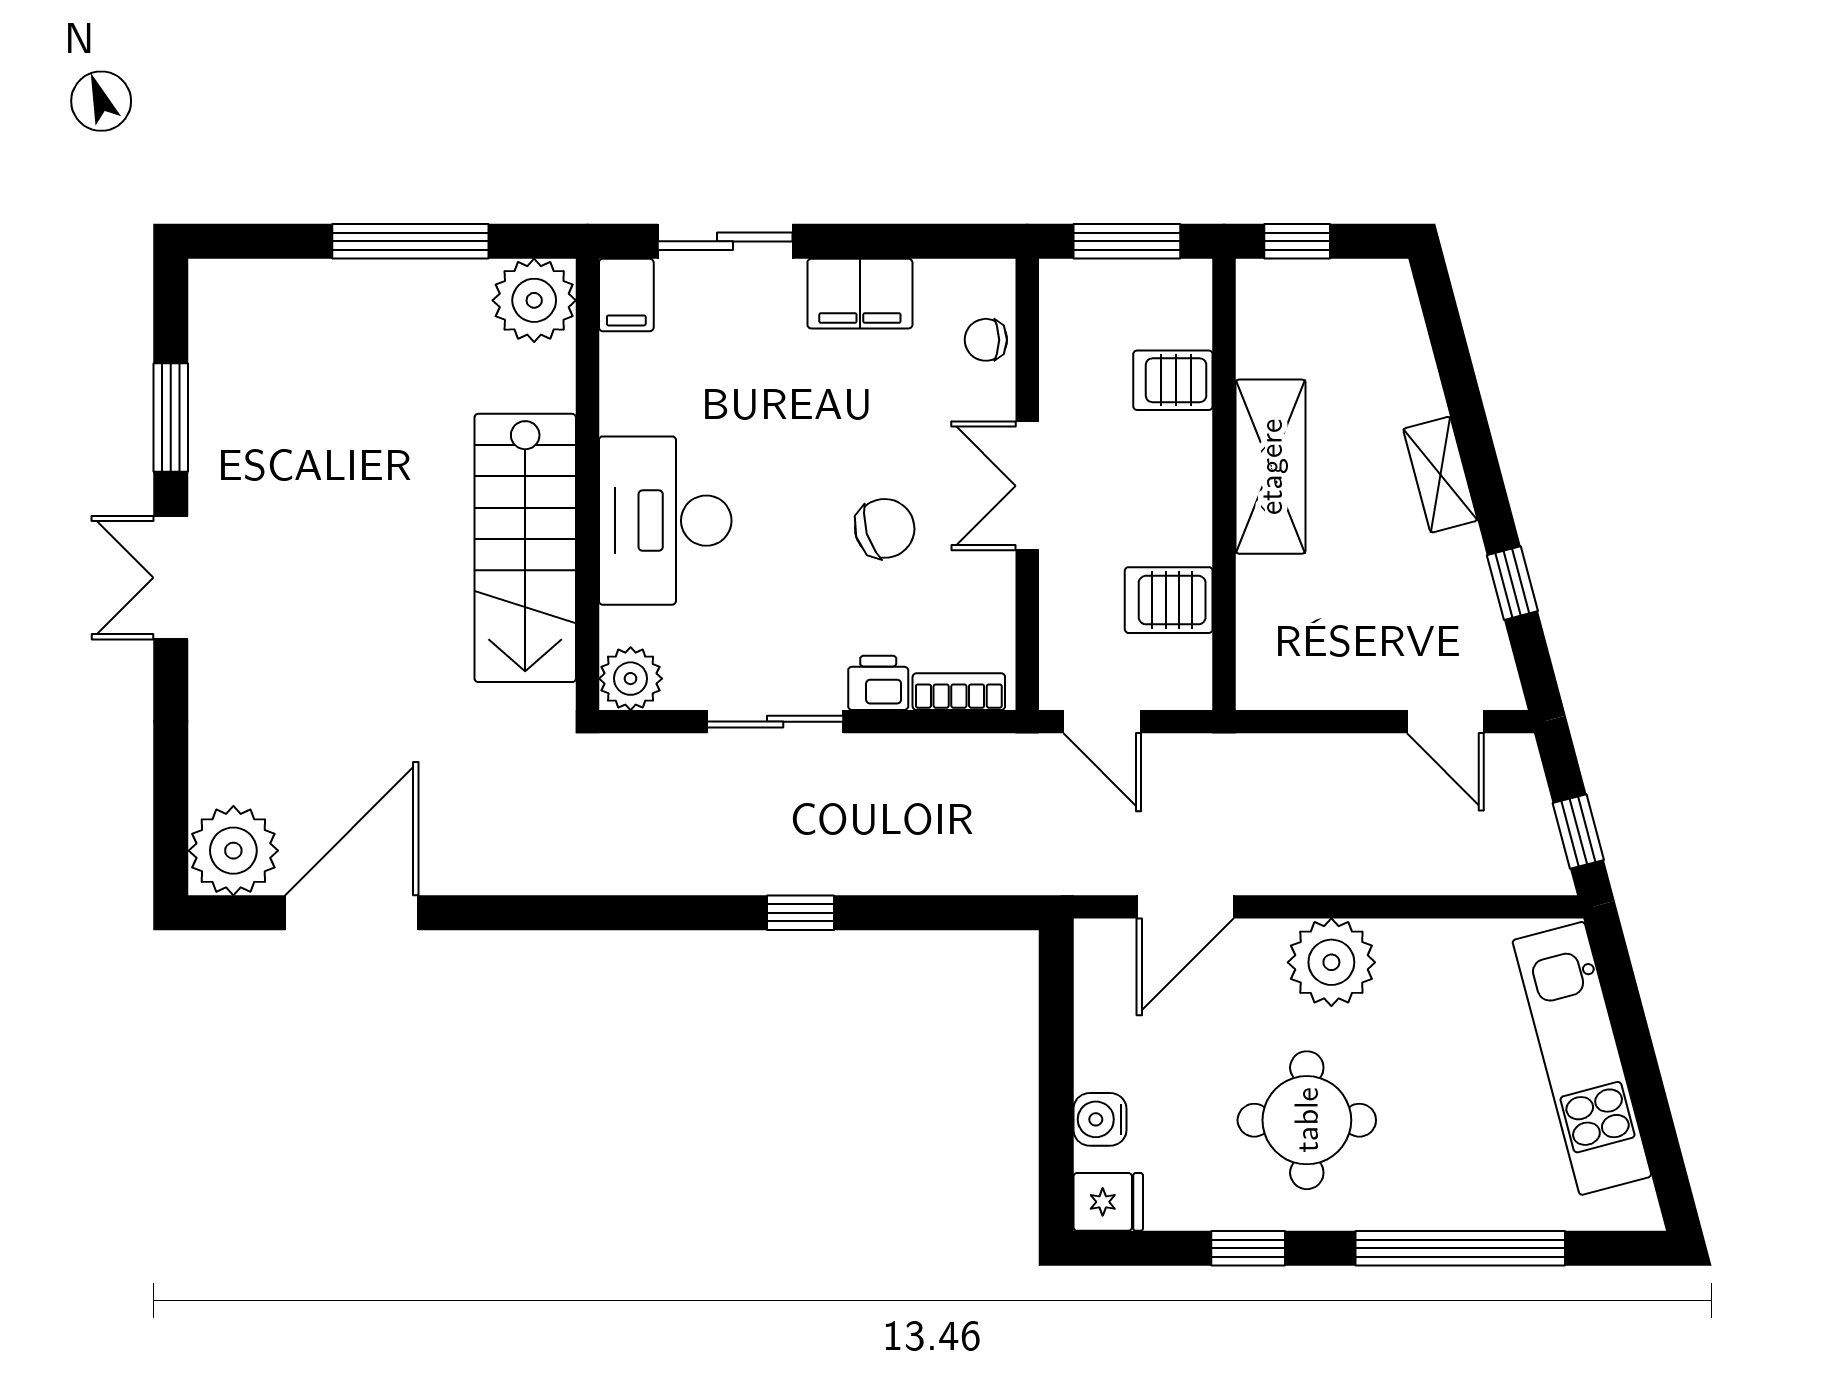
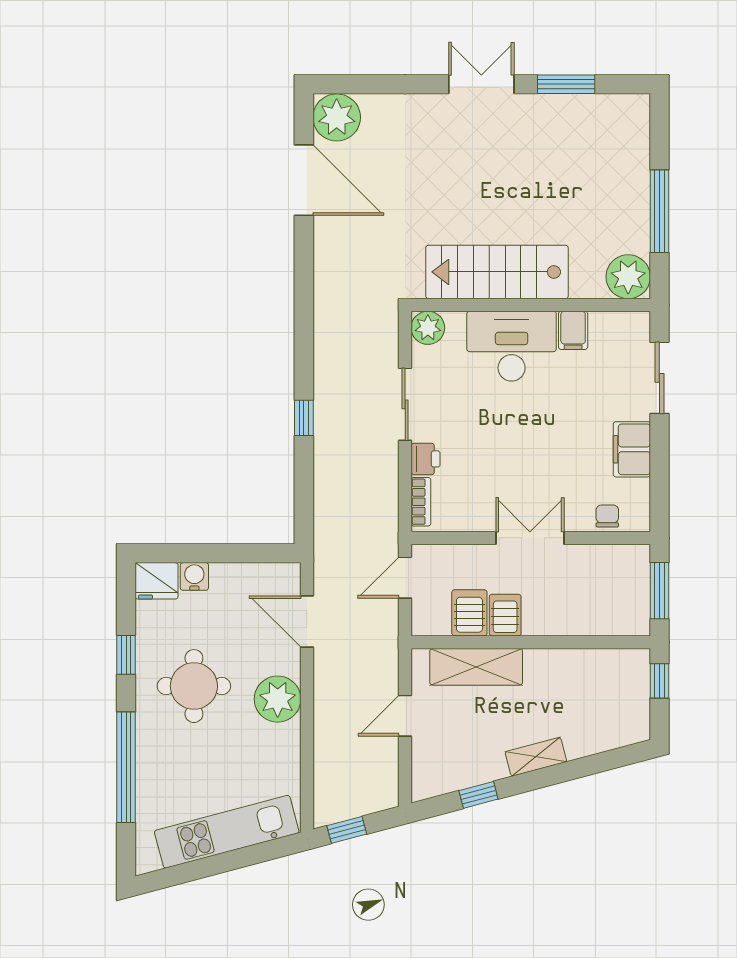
filing cabinet: (626, 295) -> (573, 330), moved, turned -90
server rack: (1173, 380) -> (505, 615), moved
shelving: (1271, 467) -> (476, 667), moved
chair: (885, 528) -> (507, 462), removed
door: (1445, 722) -> (405, 716), moved
fridge: (1108, 1202) -> (157, 581), width x1.38

